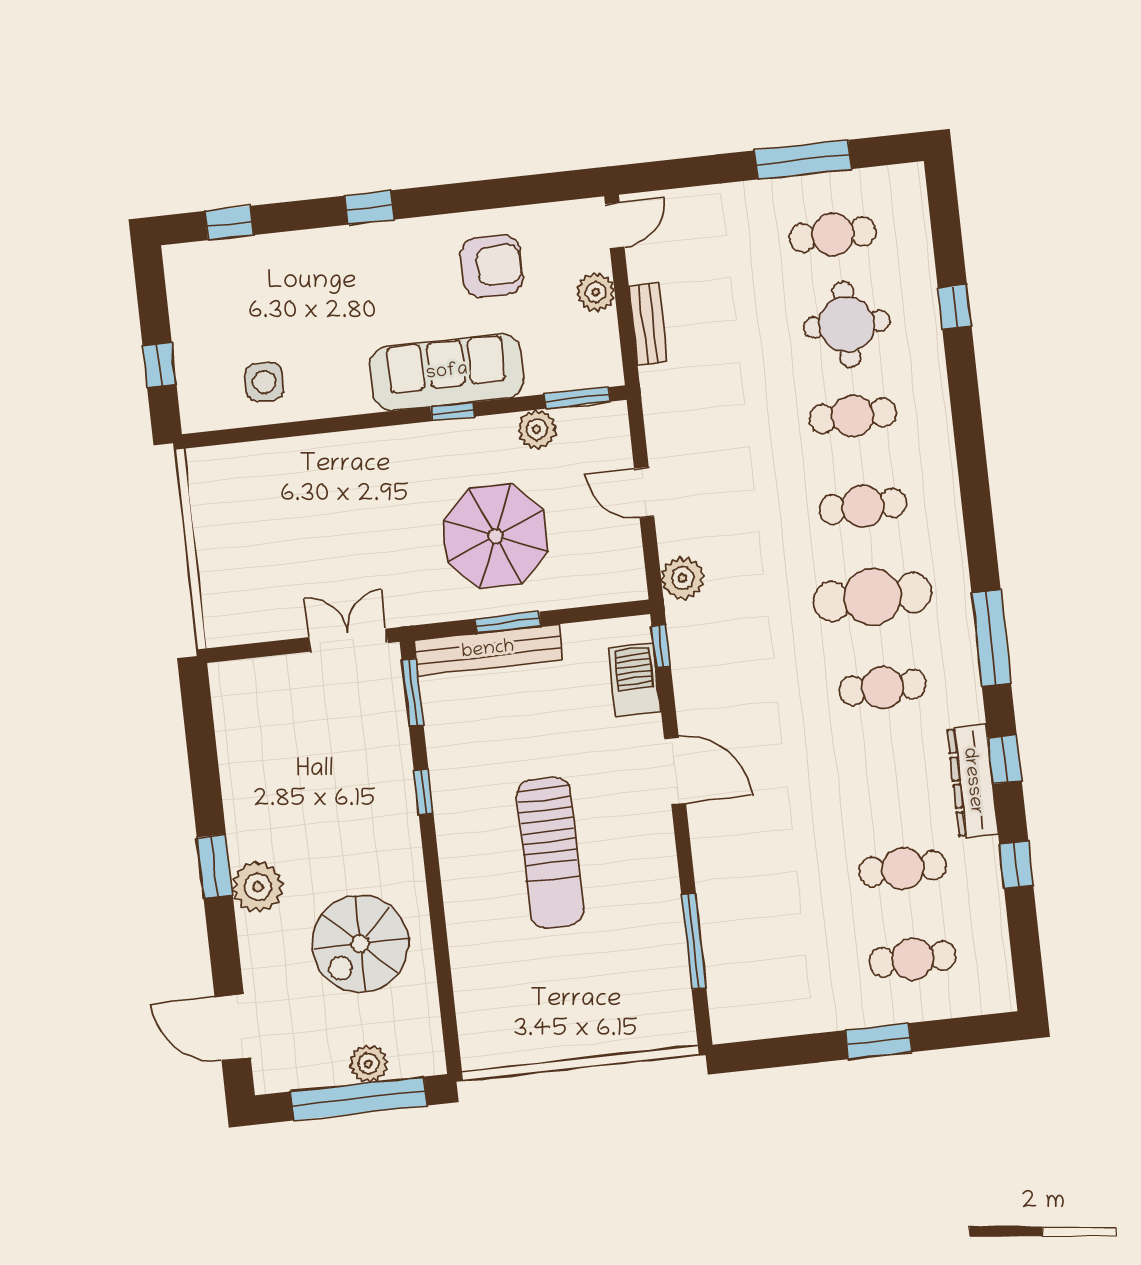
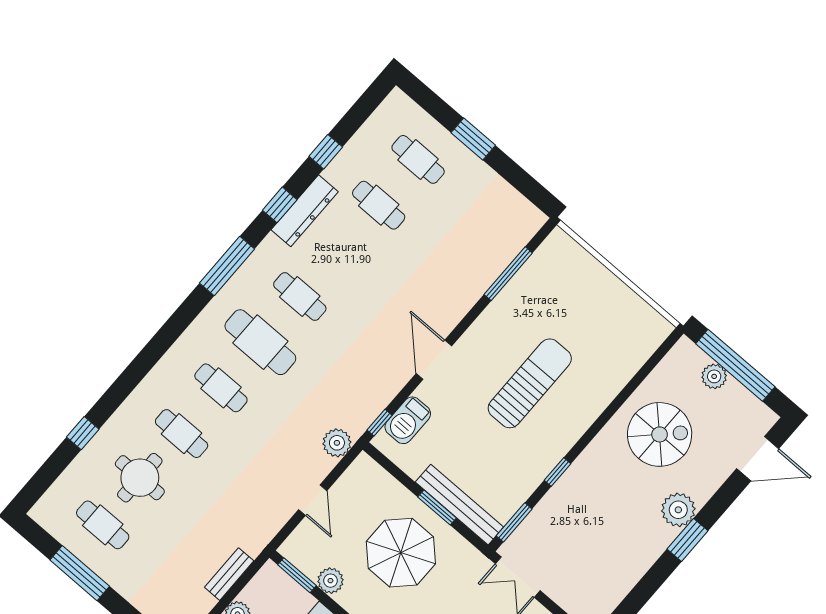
door: (233, 1027) -> (758, 459), hinge flipped

